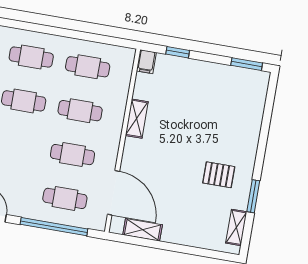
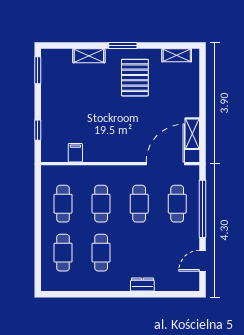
filing cabinet: (146, 62) -> (75, 153), moved, turned -90
shelving: (137, 119) -> (89, 56), moved
pallet: (219, 175) -> (135, 78), width x1.50, depth x1.42
window: (253, 196) -> (123, 45), moved

